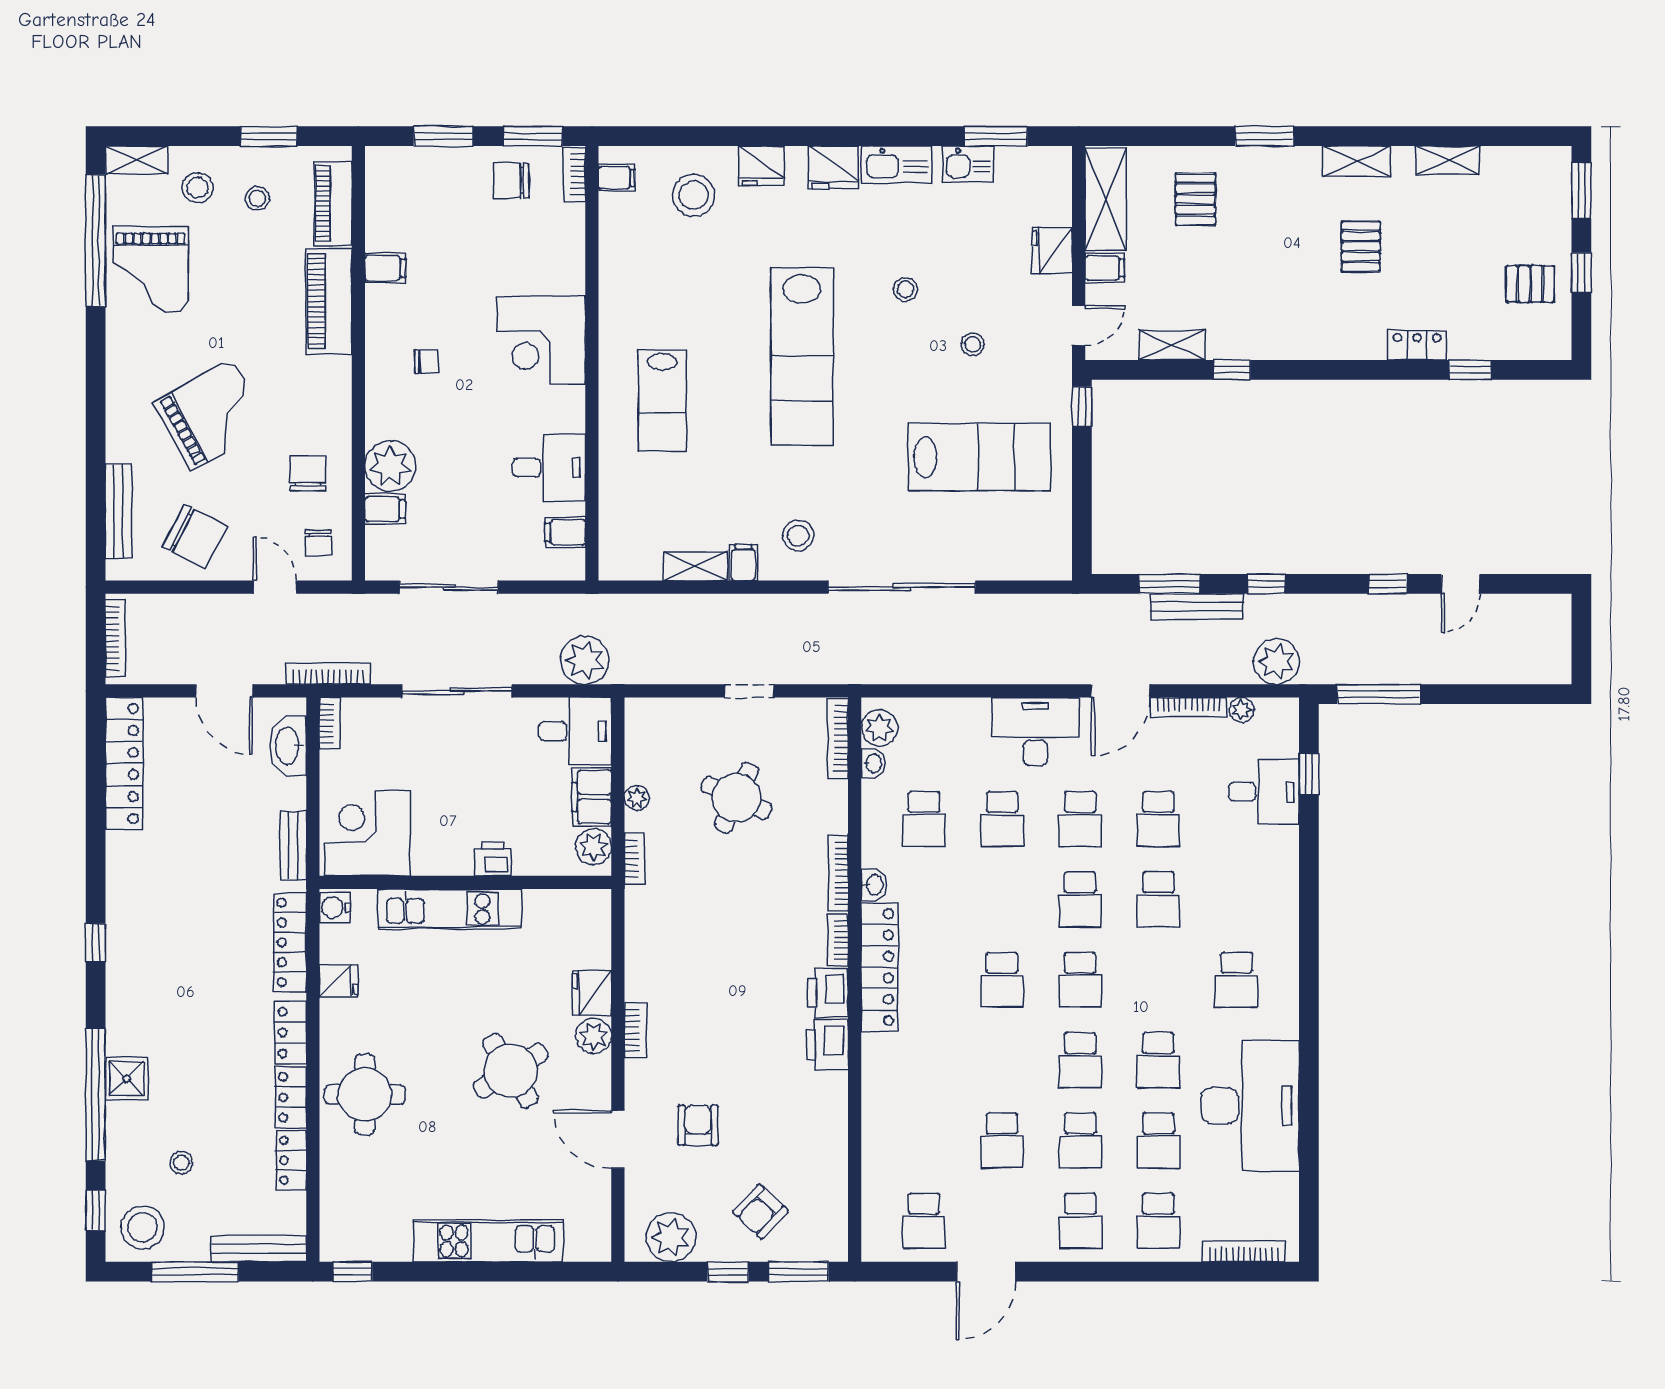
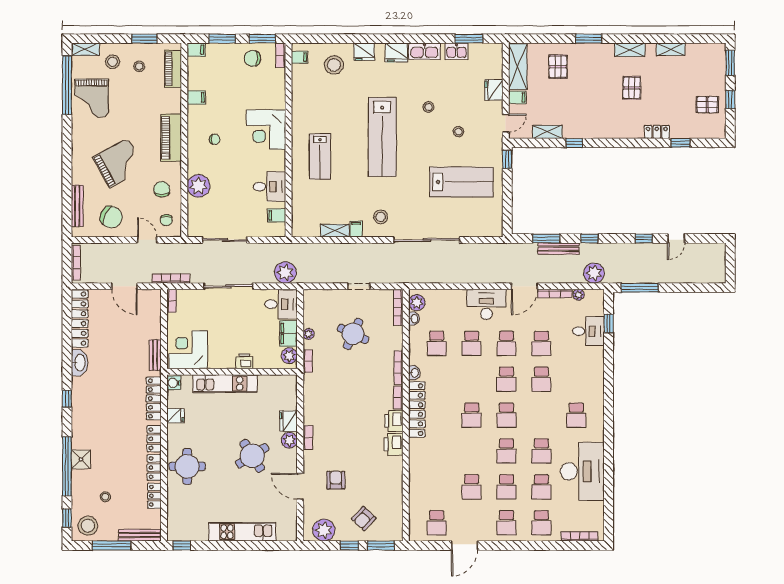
piano: (329, 301) -> (171, 138), moved
filing cabinet: (385, 509) -> (196, 50), moved
washbasin: (288, 746) -> (79, 363), moved, turned 180

